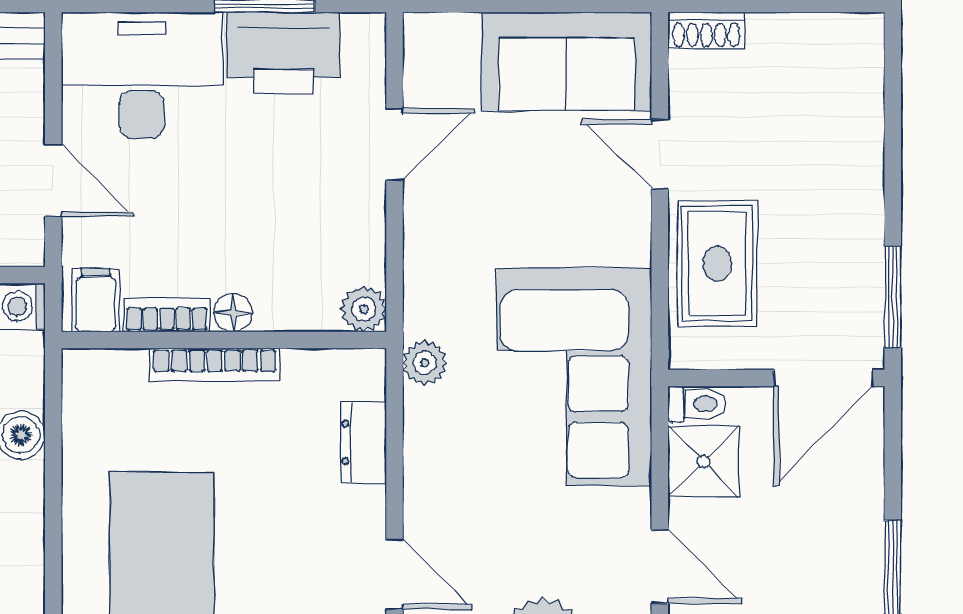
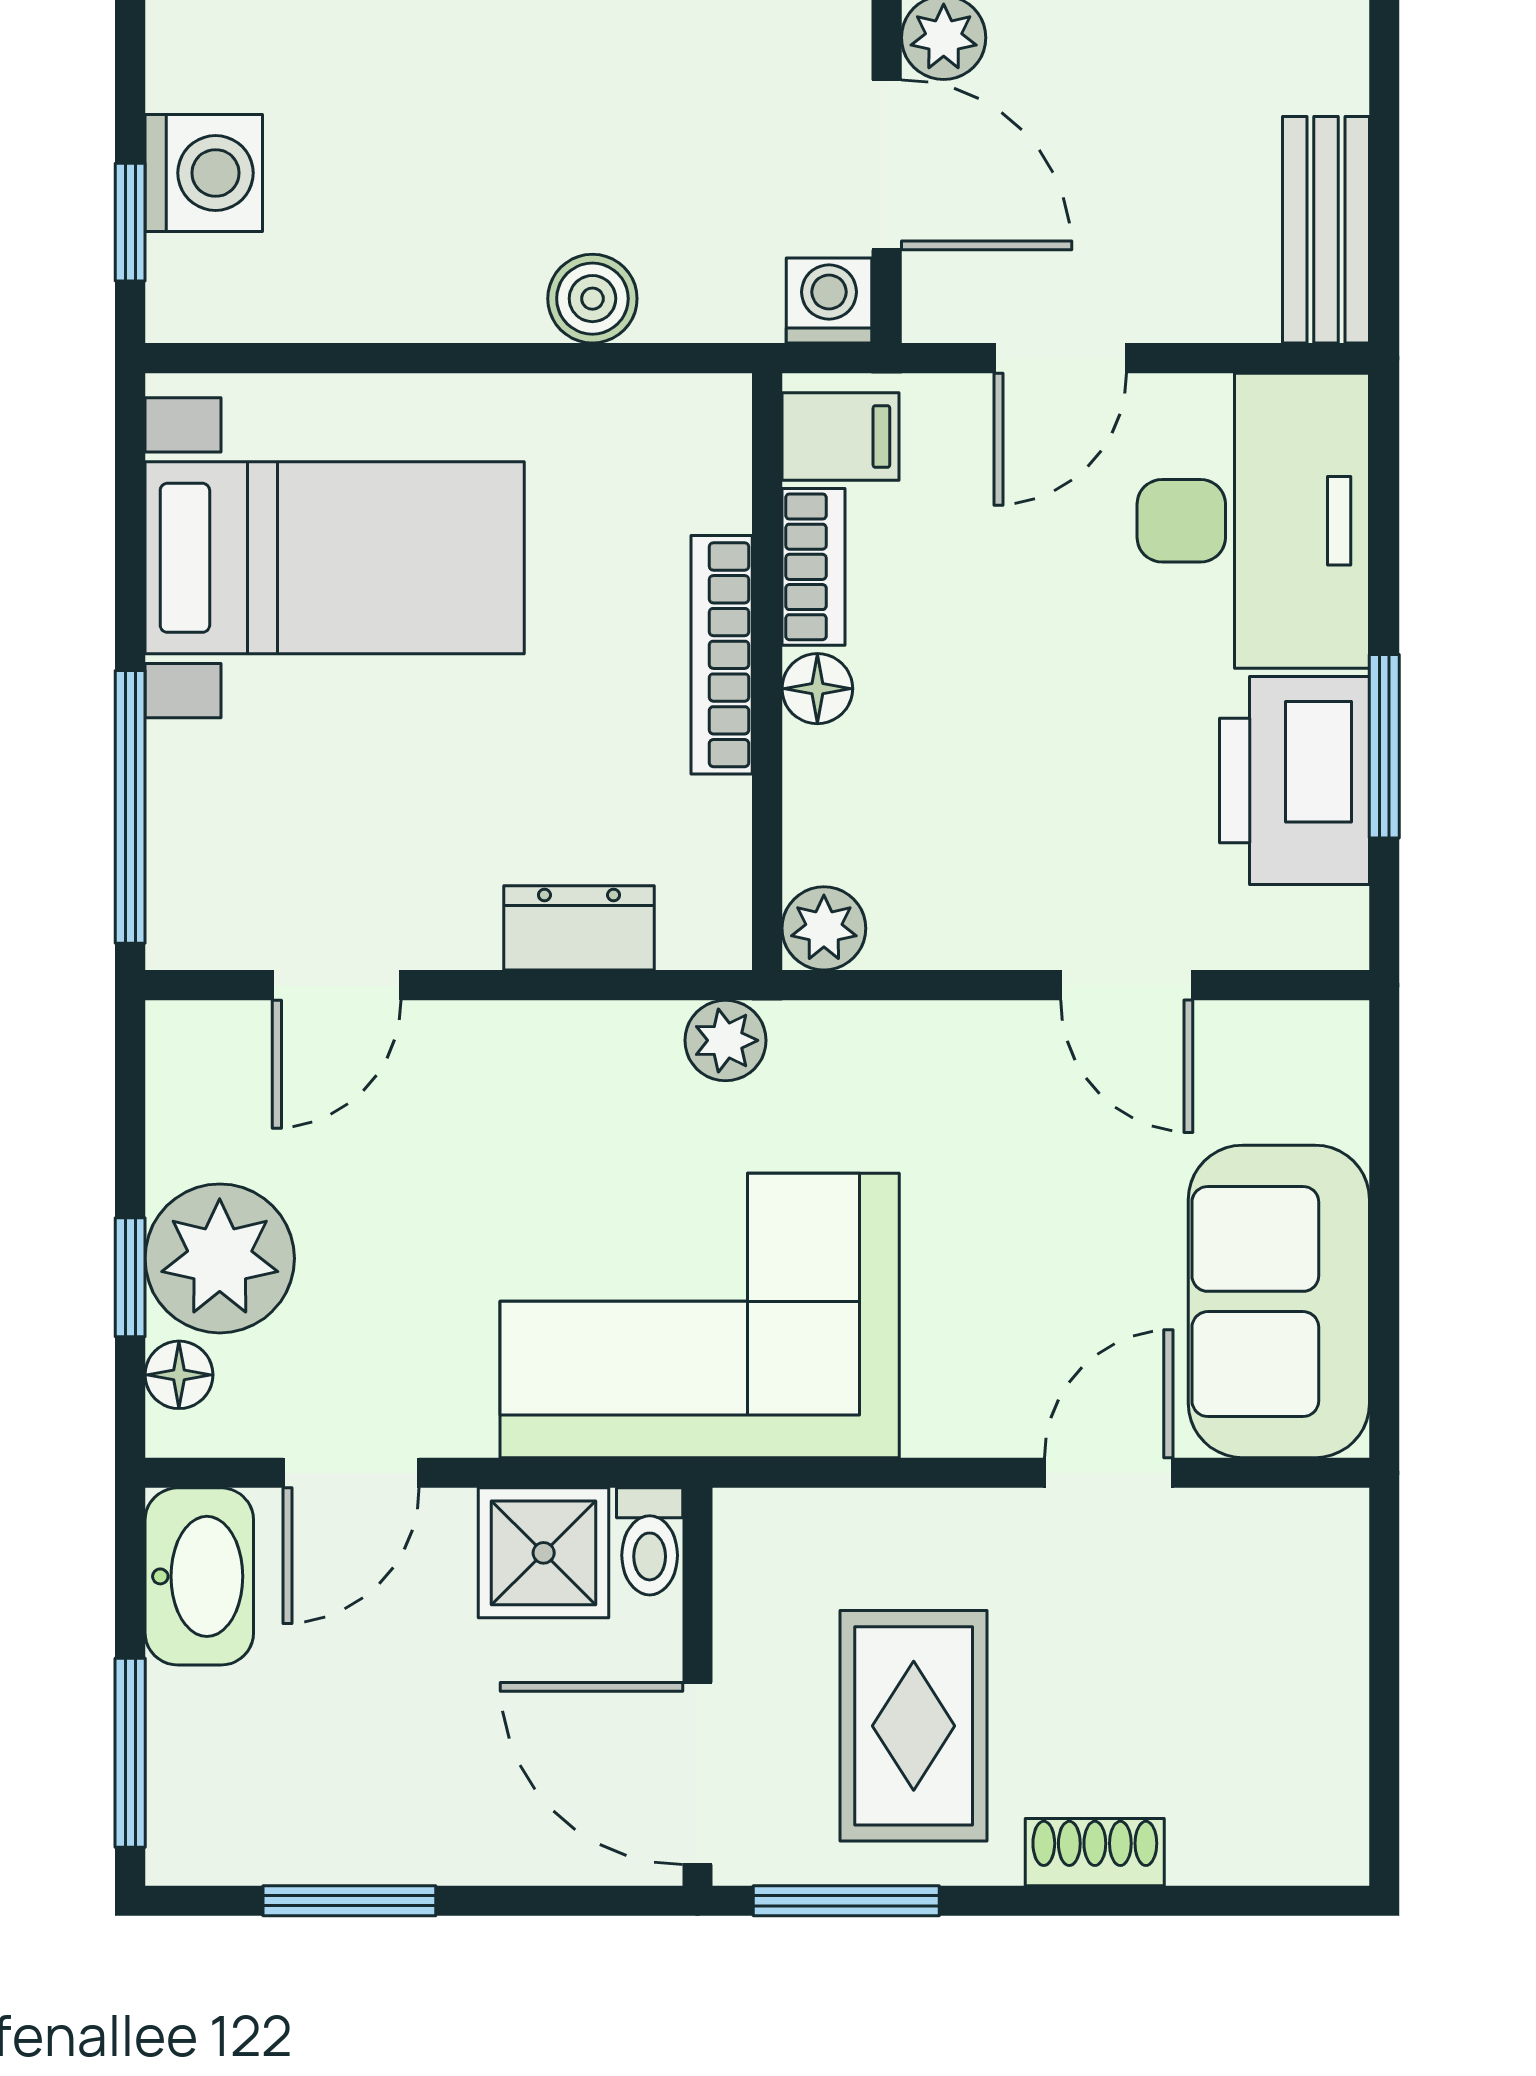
shoe rack: (706, 31) -> (1095, 1852), moved, turned 90
rug: (717, 264) -> (914, 1726), moved, turned 90

